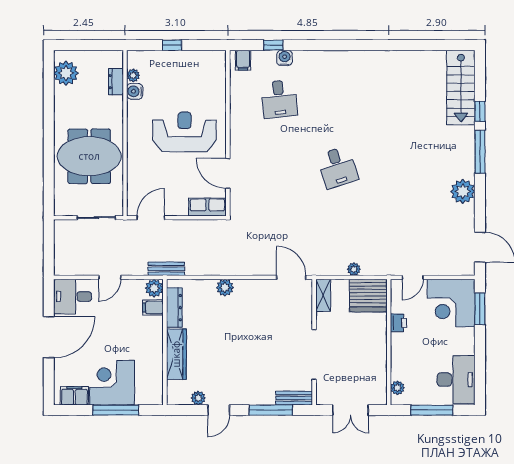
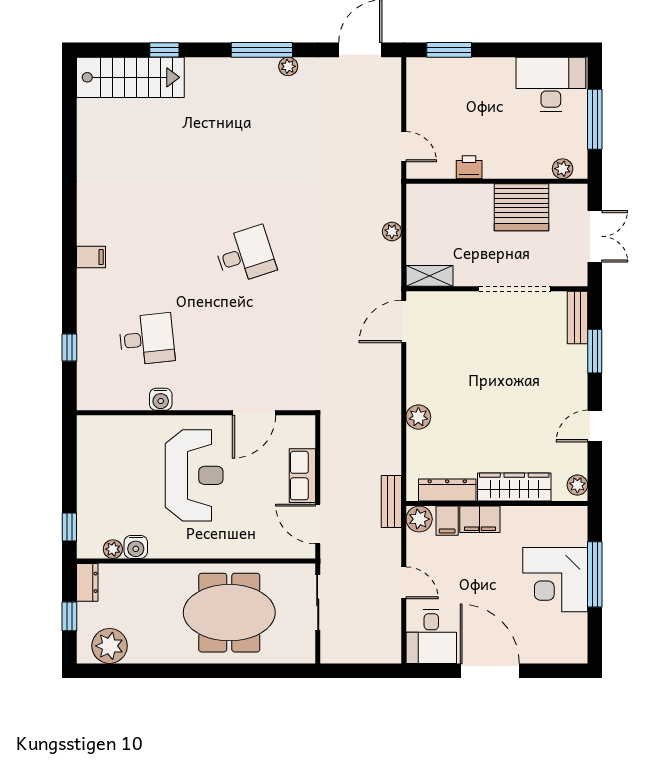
window: (87, 45) -> (69, 616), added
window: (172, 45) -> (69, 527), moved
water cooler: (285, 58) -> (161, 399), moved, turned -90
filing cabinet: (243, 60) -> (91, 257), moved
dresser: (116, 82) -> (87, 582), moved, turned -90
reception desk: (184, 132) -> (194, 475), turned 180
window: (480, 152) -> (262, 50), moved
meeting table: (89, 156) -> (229, 613), turned 90
plant: (463, 191) -> (288, 66), width x0.53, depth x0.53
row of seats: (207, 207) -> (302, 476), moved
server rack: (368, 295) -> (521, 207), moved, turned 90
corner desk: (451, 303) -> (440, 91), removed
filing cabinet: (74, 396) -> (480, 519), moved, turned -90
plant: (198, 398) -> (577, 485), moved
door: (219, 410) -> (595, 426), swing flipped
window: (271, 410) -> (595, 351), width x0.69

